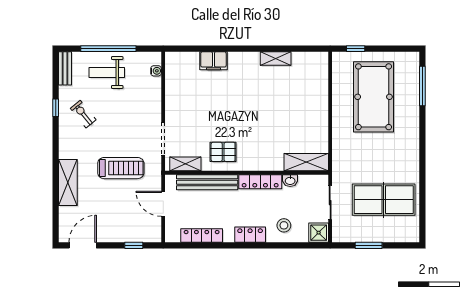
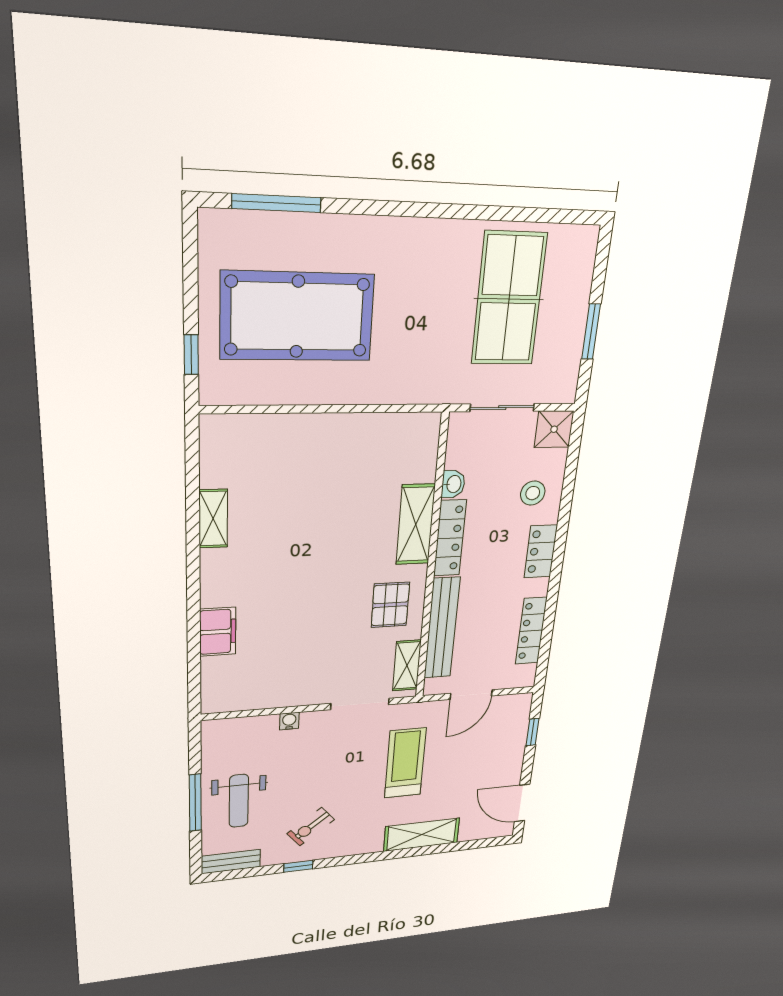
window: (108, 49) -> (195, 803), width x0.68
water cooler: (156, 71) -> (289, 721), moved
shelving: (306, 162) -> (416, 524), moved

